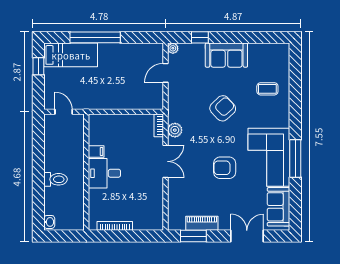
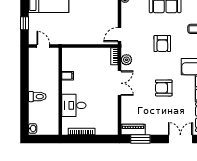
window: (38, 66) -> (24, 23), moved
door: (165, 73) -> (119, 35), moved
armchair: (223, 108) -> (162, 43), turned 133
desk: (104, 173) -> (74, 105), moved
piano: (202, 223) -> (133, 129), moved

